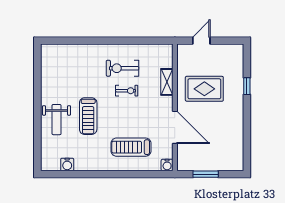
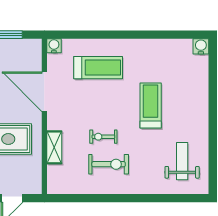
weight bench: (57, 120) -> (182, 161), moved
water cooler: (67, 164) -> (201, 46), moved

